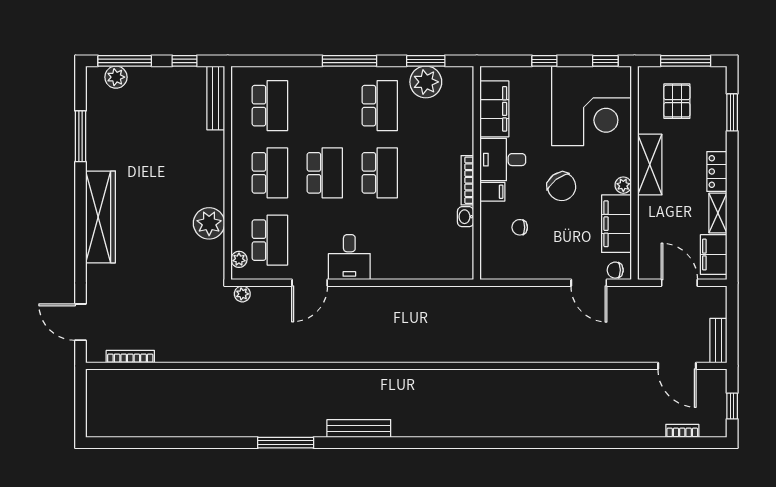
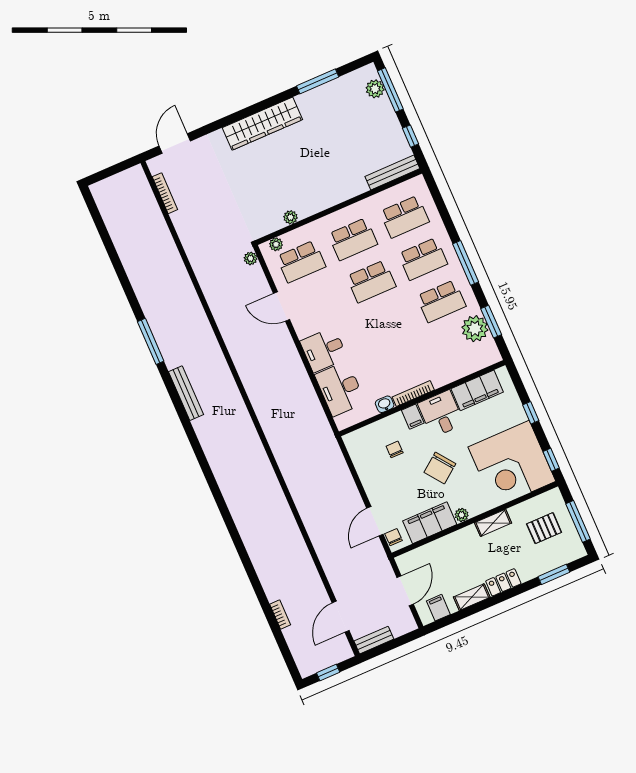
shelving: (650, 165) -> (493, 523), width x0.67, depth x0.75
school desk: (380, 173) -> (423, 259), moved
plant: (209, 223) -> (291, 217), width x0.53, depth x0.53
filing cabinet: (714, 255) -> (438, 608), width x0.50
desk: (349, 257) -> (324, 350), moved
desk: (427, 258) -> (340, 389), added
bookcase: (682, 431) -> (280, 614), moved

